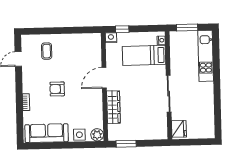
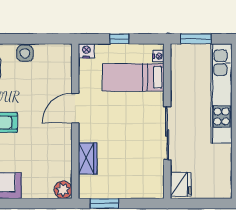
window: (122, 29) -> (119, 39), moved
kitchen unit: (206, 56) -> (221, 94), width x1.36
wardrobe: (113, 107) -> (88, 158), width x0.67
side table: (79, 135) -> (25, 53), moved

